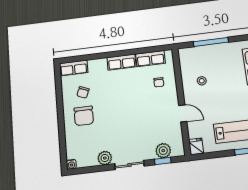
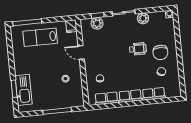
row of seats: (74, 68) -> (154, 94), moved
chair: (84, 116) -> (160, 52), turned 180
wheelchair: (111, 120) -> (138, 49), added

